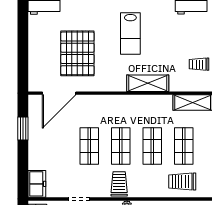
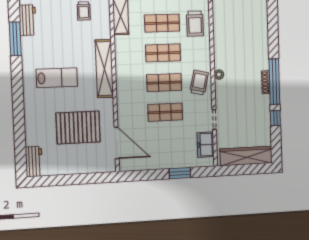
shelving: (148, 83) -> (104, 69), width x1.47
window: (23, 128) -> (180, 173), moved
freezer: (37, 184) -> (206, 145), moved, turned -90
trolley: (119, 184) -> (199, 83), turned 103

